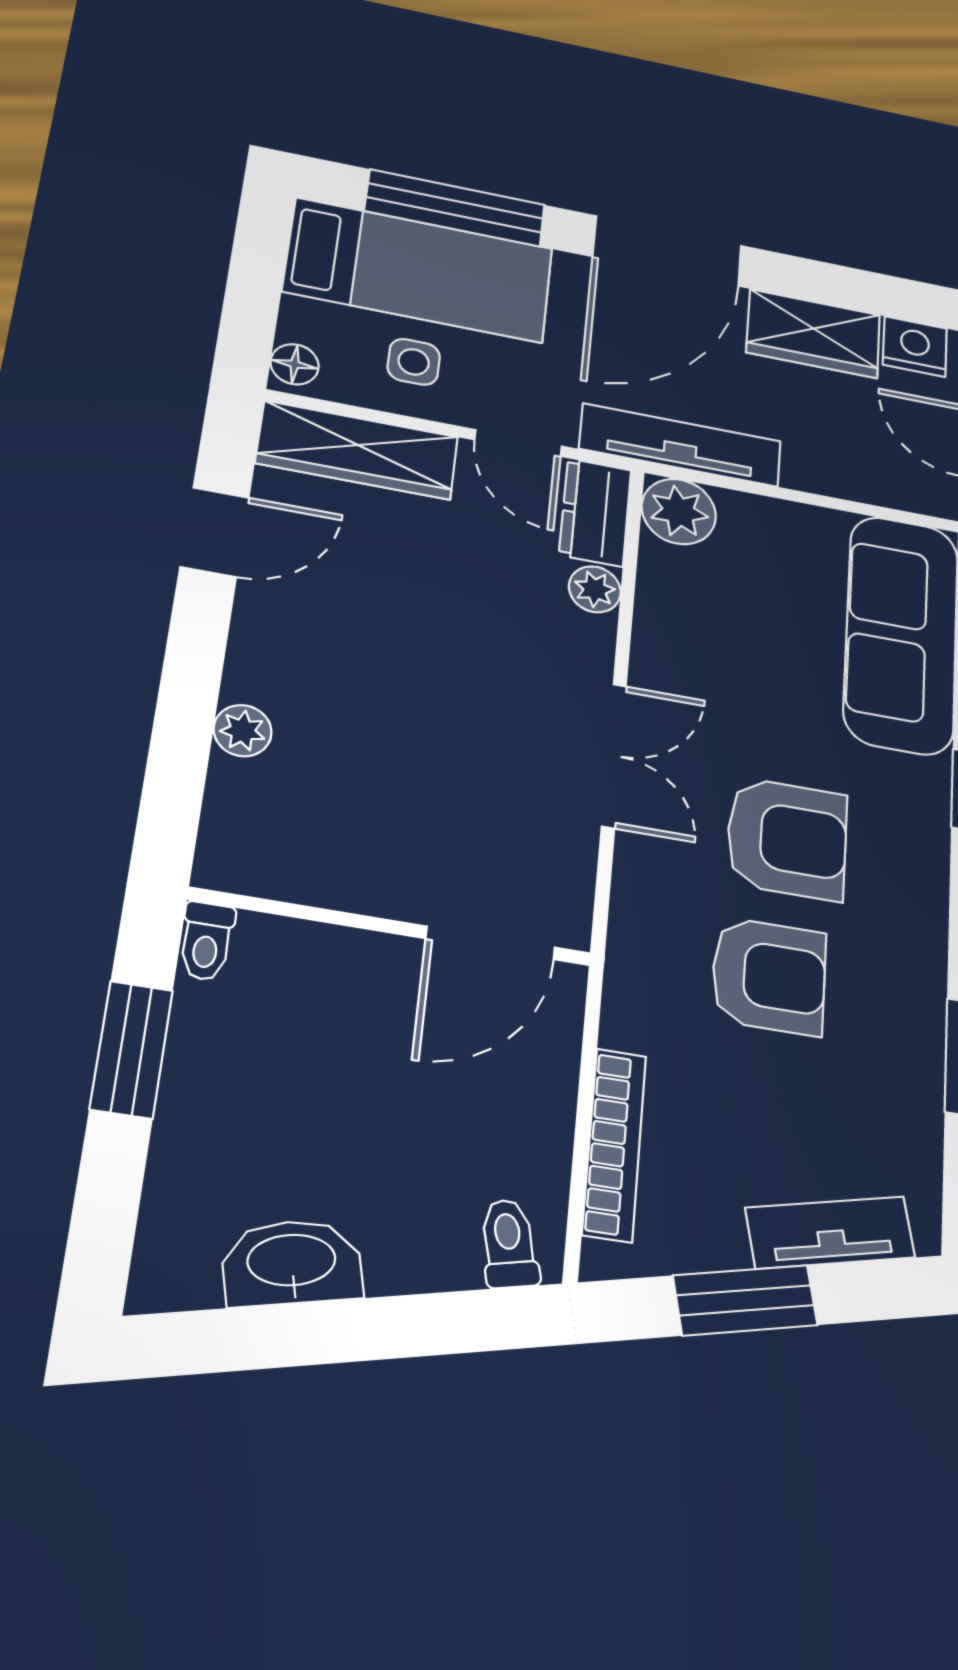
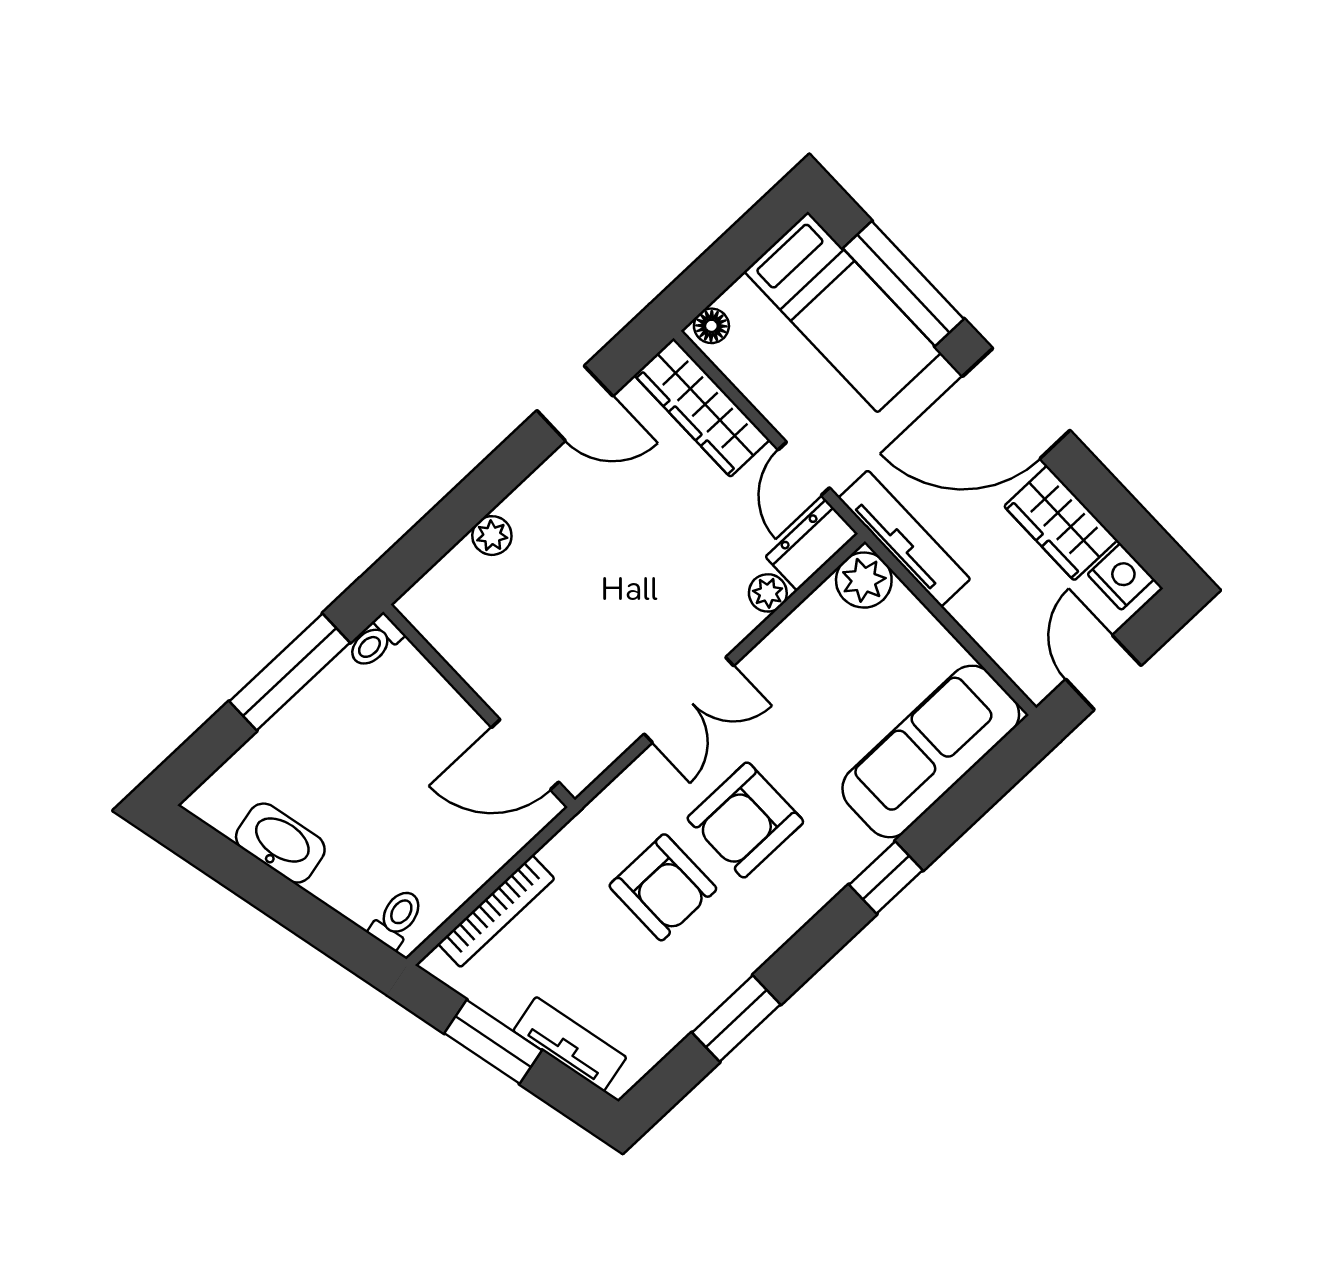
side table: (414, 362) -> (786, 372), removed
armchair: (787, 839) -> (745, 820), turned 90
window: (131, 1050) -> (290, 672), width x1.44

